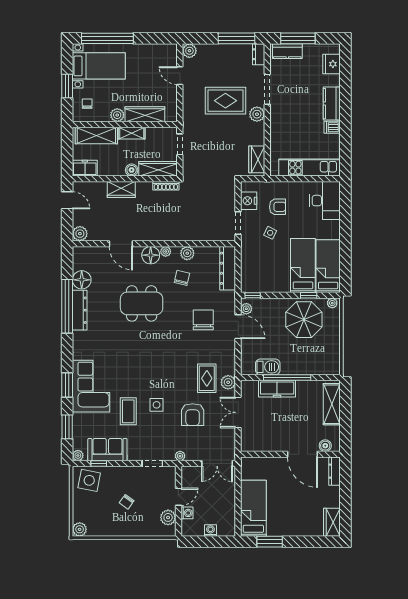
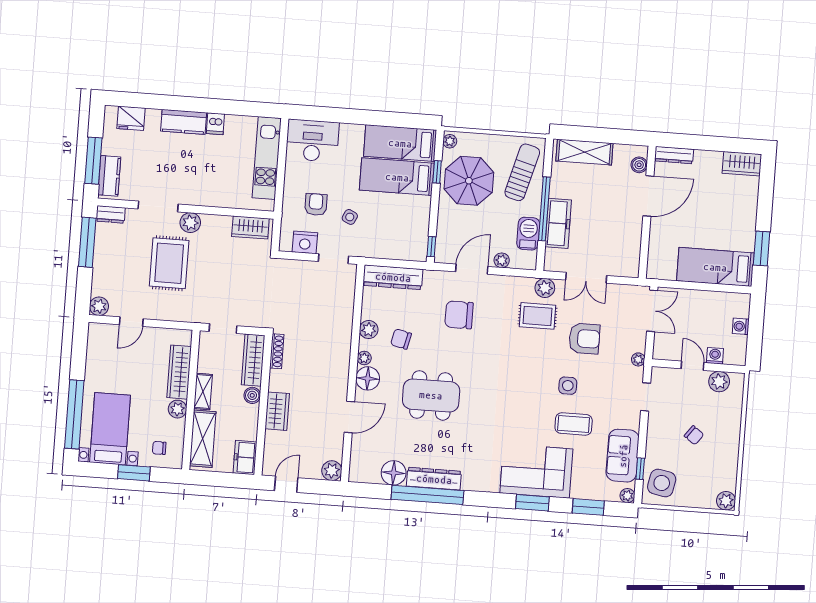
dining table: (142, 303) -> (431, 395), turned 90
plant: (246, 309) -> (502, 260), moved
sun lounger: (313, 359) -> (522, 172), added

